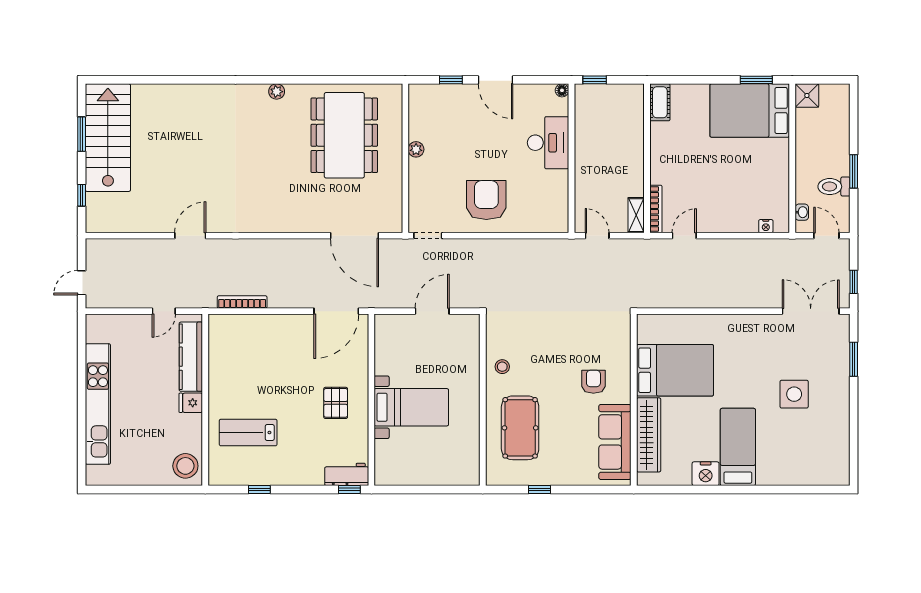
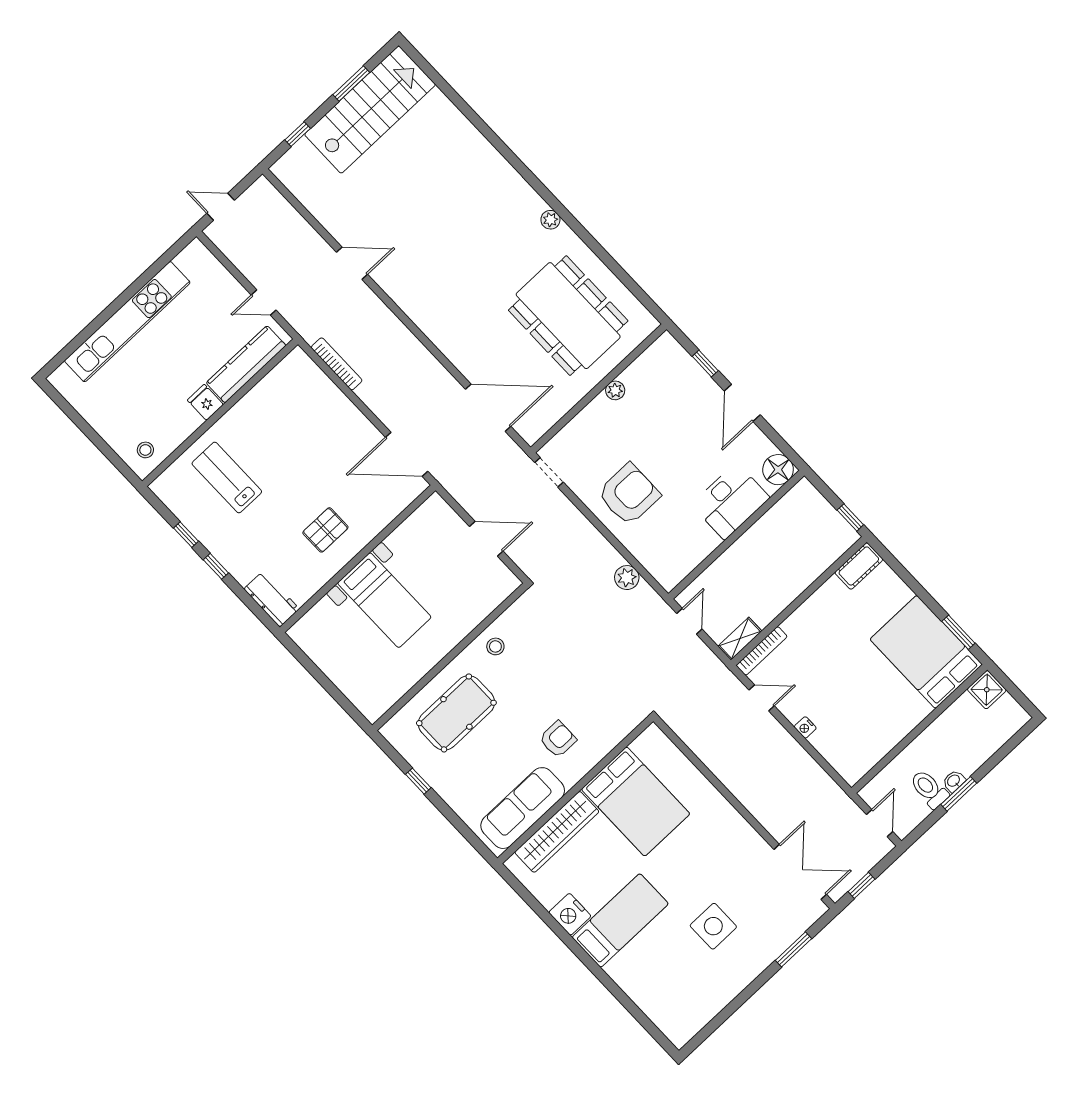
window: (595, 80) -> (850, 517), moved
floor lamp: (562, 90) -> (778, 470), width x1.89, depth x1.89
dining table: (344, 135) -> (568, 316), turned 90
washbasin: (802, 212) -> (954, 781), moved, turned 180
nightstand: (766, 226) -> (805, 727), moved
door: (354, 236) -> (488, 408), swing flipped
plant: (535, 248) -> (627, 578), added
stool: (185, 466) -> (145, 450), width x0.53, depth x0.53
window: (349, 489) -> (216, 566), moved

